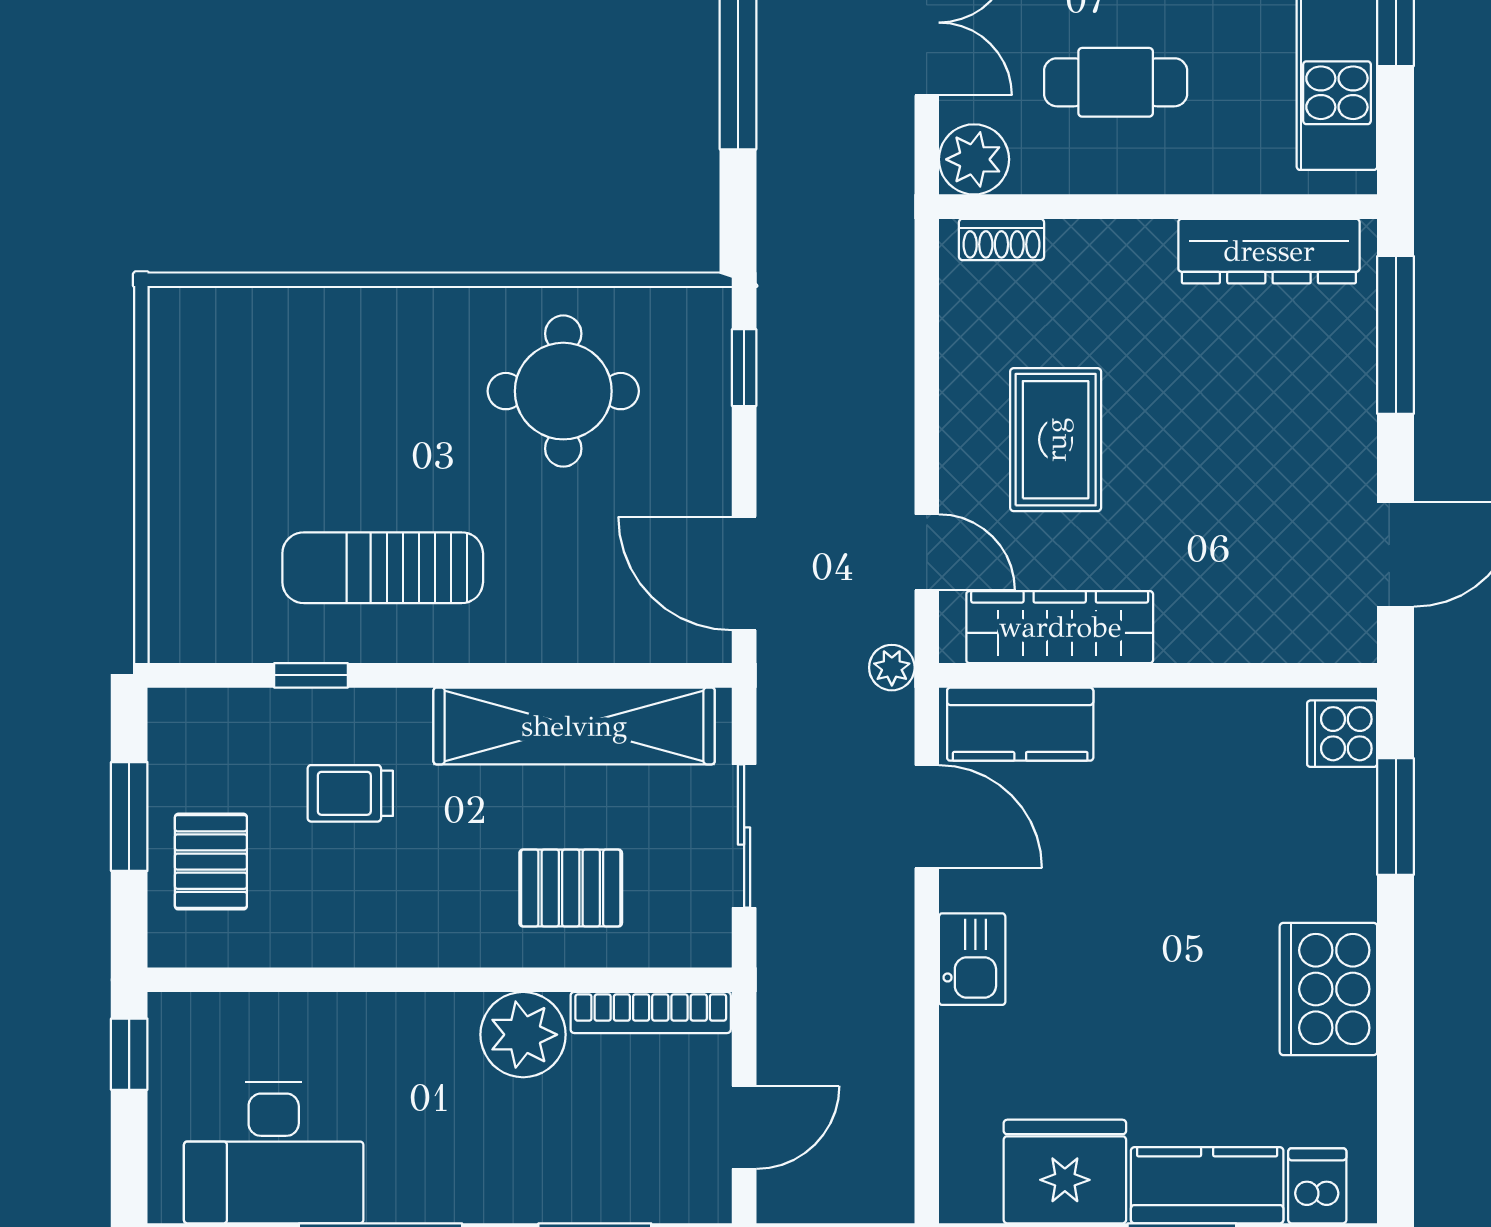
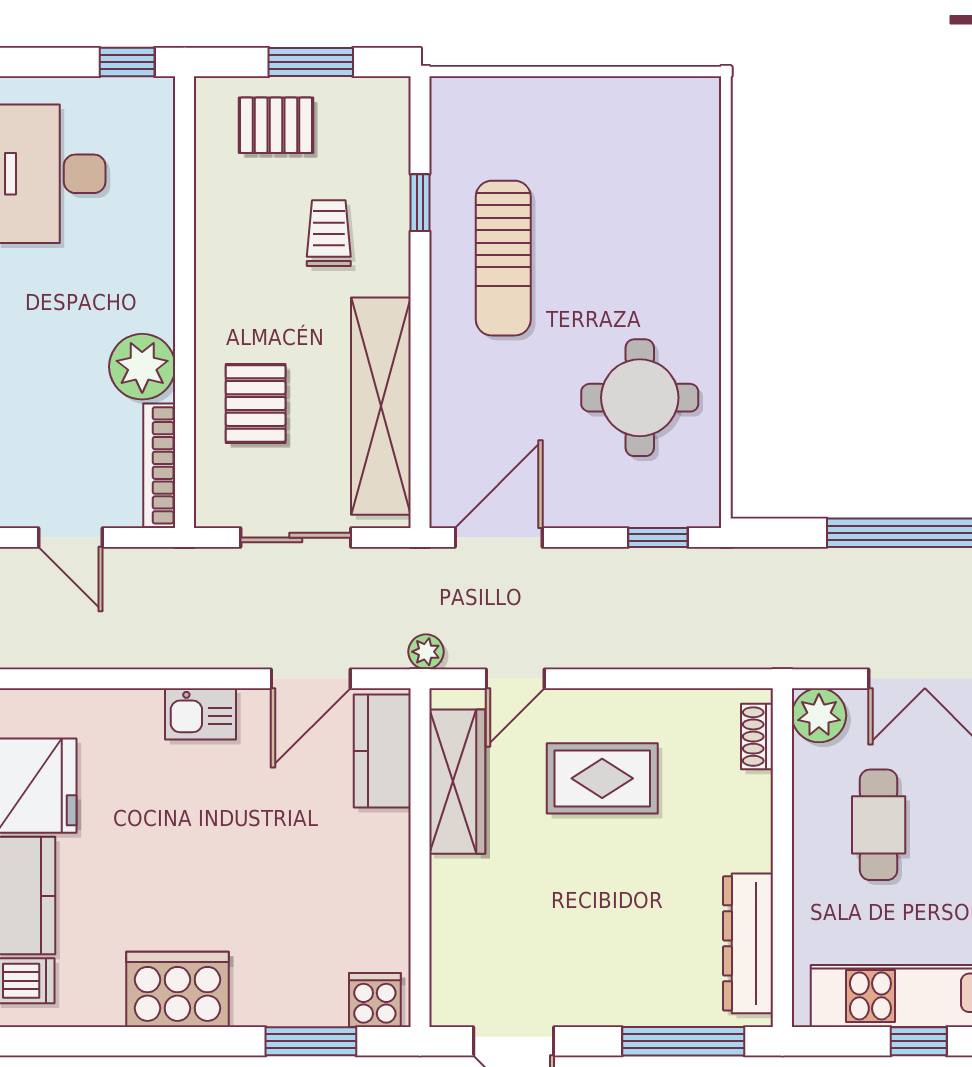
sun lounger: (383, 568) -> (503, 258), turned 180

